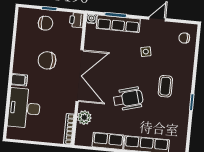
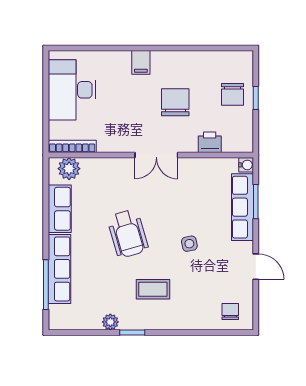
printer: (77, 20) -> (210, 142), moved
side table: (146, 52) -> (189, 244), moved
double door: (80, 76) -> (156, 155), width x0.54
desk: (24, 108) -> (72, 90), moved, turned -90
plant: (184, 115) -> (110, 322), added
plant: (84, 117) -> (69, 169), moved

